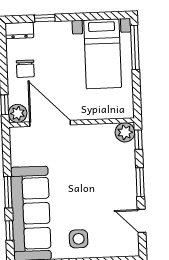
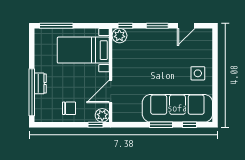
window: (45, 18) -> (32, 92), width x3.17
dresser: (19, 30) -> (40, 83), moved
bed with nightstands: (103, 54) -> (83, 50), moved, turned 180
door: (50, 123) -> (111, 91), width x0.73

